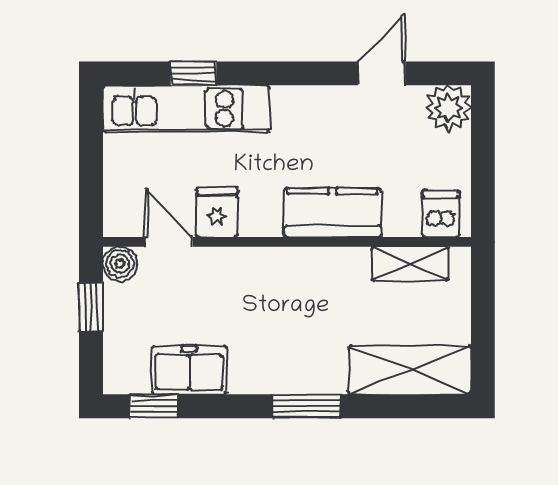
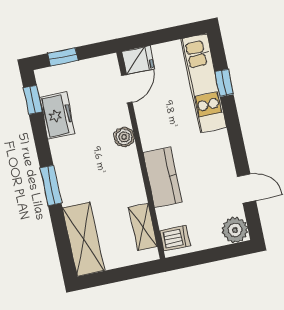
fridge: (217, 212) -> (138, 60), moved
boiler: (120, 264) -> (124, 137), moved
window: (91, 307) -> (63, 57), moved

